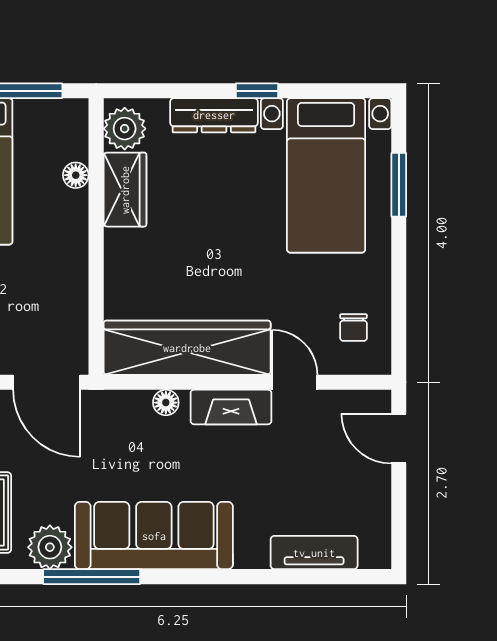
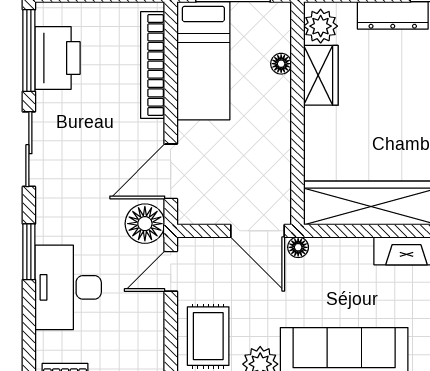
floor lamp: (166, 403) -> (298, 247), moved

